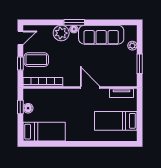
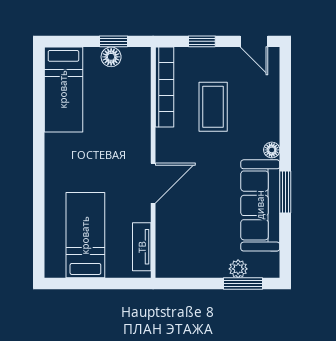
window: (74, 22) -> (285, 192), moved
plant: (61, 33) -> (264, 124), removed
coffee table: (36, 60) -> (213, 107), moved
window: (140, 64) -> (243, 284), moved

